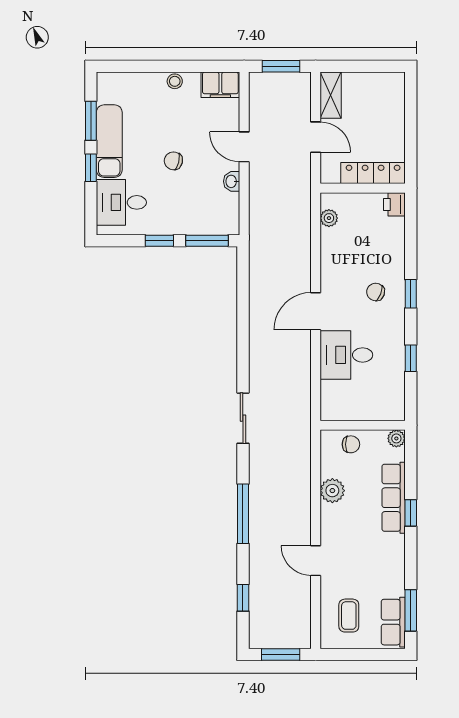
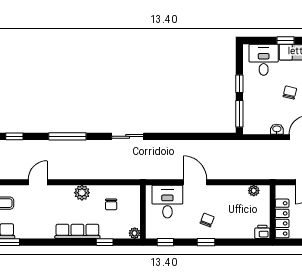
wall: (363, 425) -> (143, 212), moved
plant: (396, 438) -> (135, 233), moved
window: (411, 513) -> (105, 242), moved

